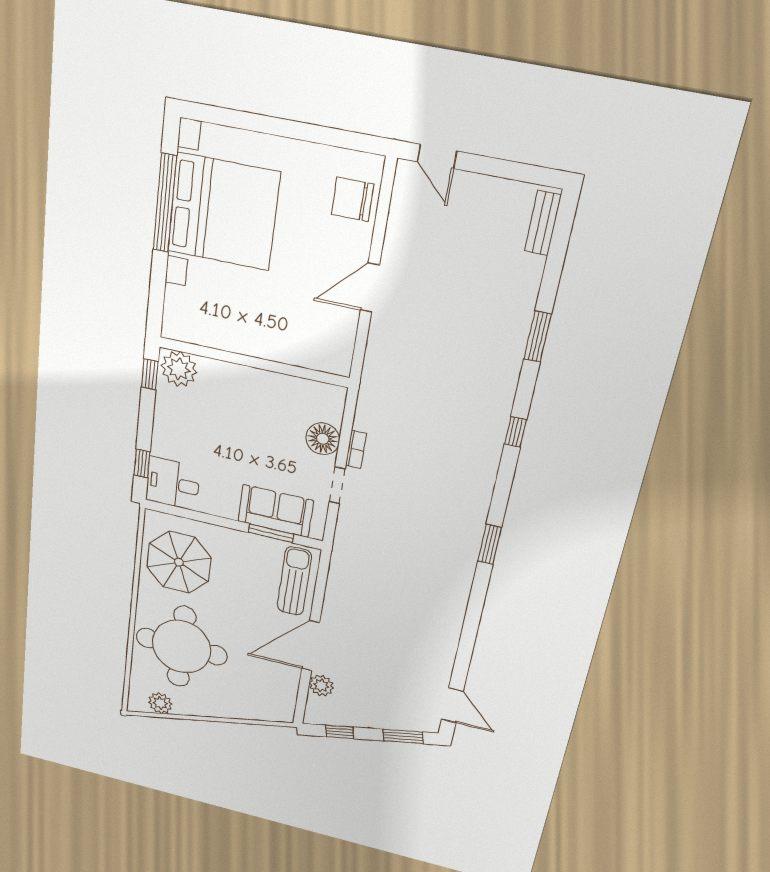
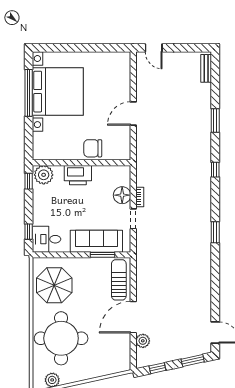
chair: (353, 199) -> (93, 148), moved
printer: (244, 383) -> (78, 175), added
sofa: (276, 511) -> (96, 241), width x1.36

